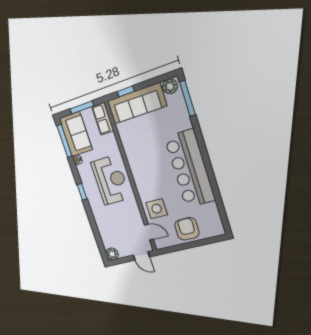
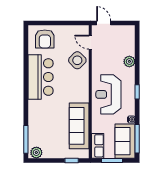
sofa: (137, 103) -> (79, 126), moved, turned -90
bar counter: (190, 169) -> (41, 77), width x0.73
side table: (157, 209) -> (77, 60), turned 45
armchair: (187, 229) -> (45, 39), moved
plant: (112, 254) -> (129, 61), moved

